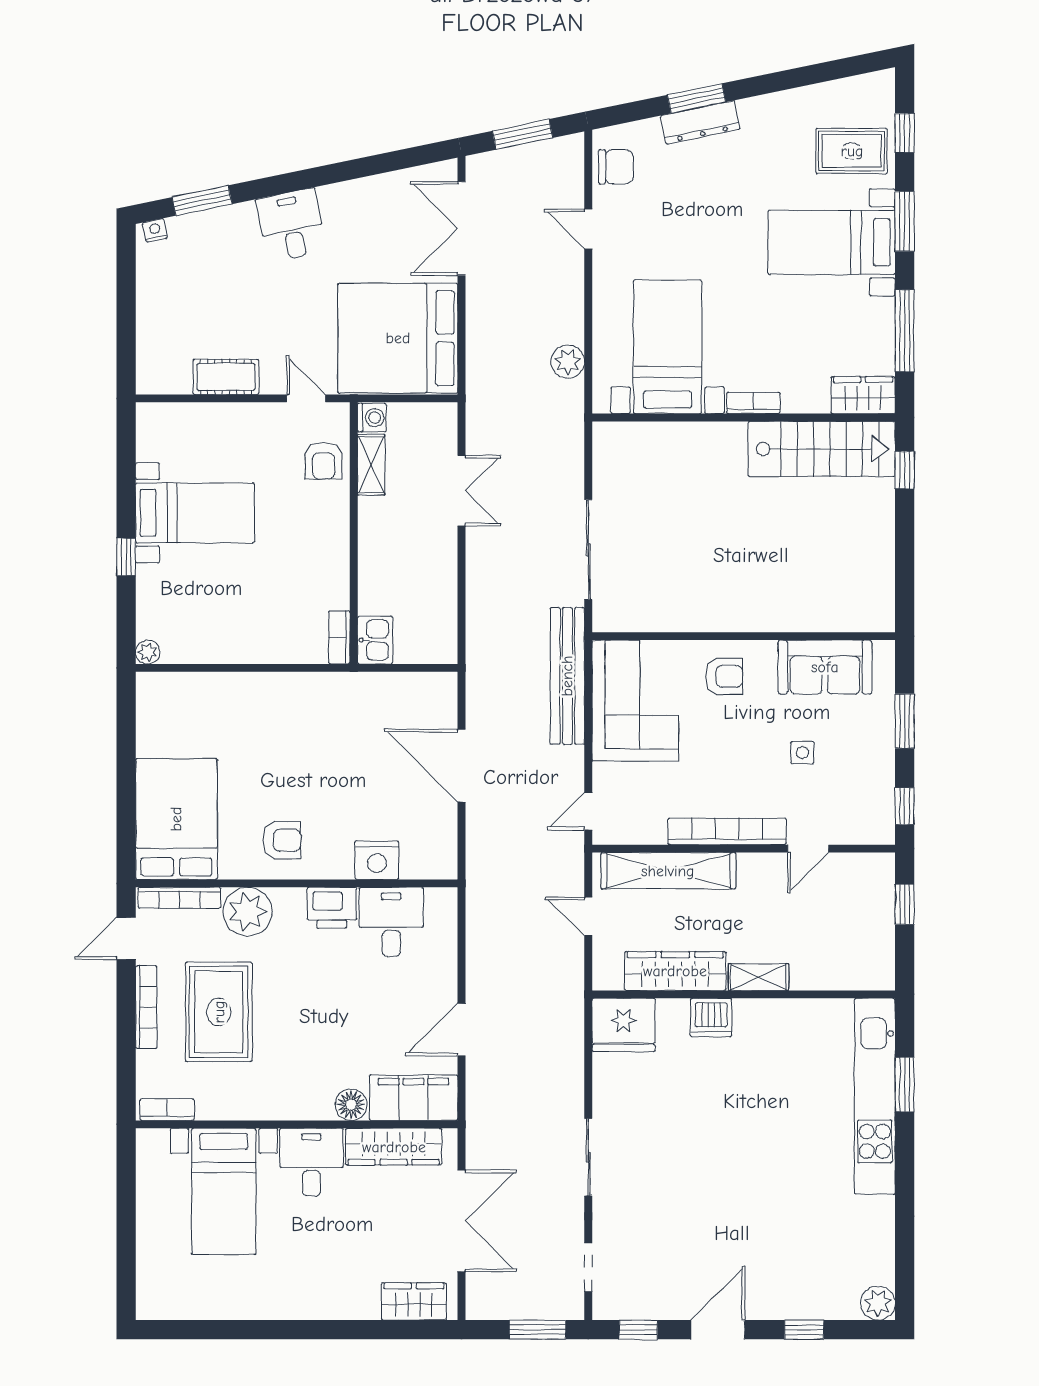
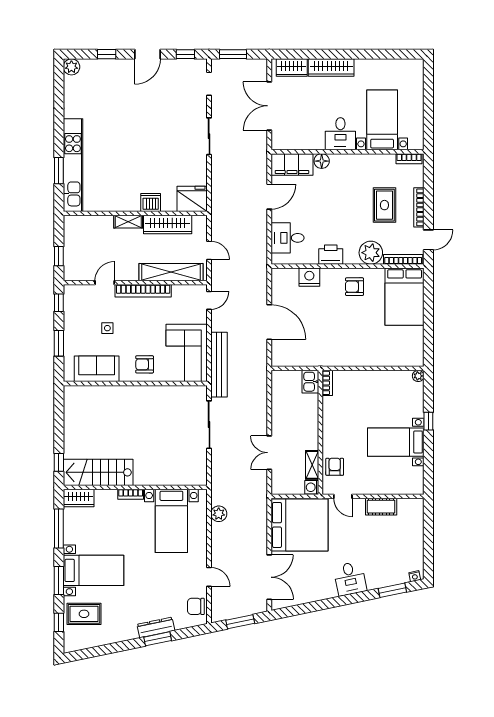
desk: (391, 922) -> (287, 238), moved, turned 90
rug: (219, 1012) -> (384, 205), width x0.73, depth x0.70
wardrobe: (394, 1147) -> (331, 68), moved, turned 180

